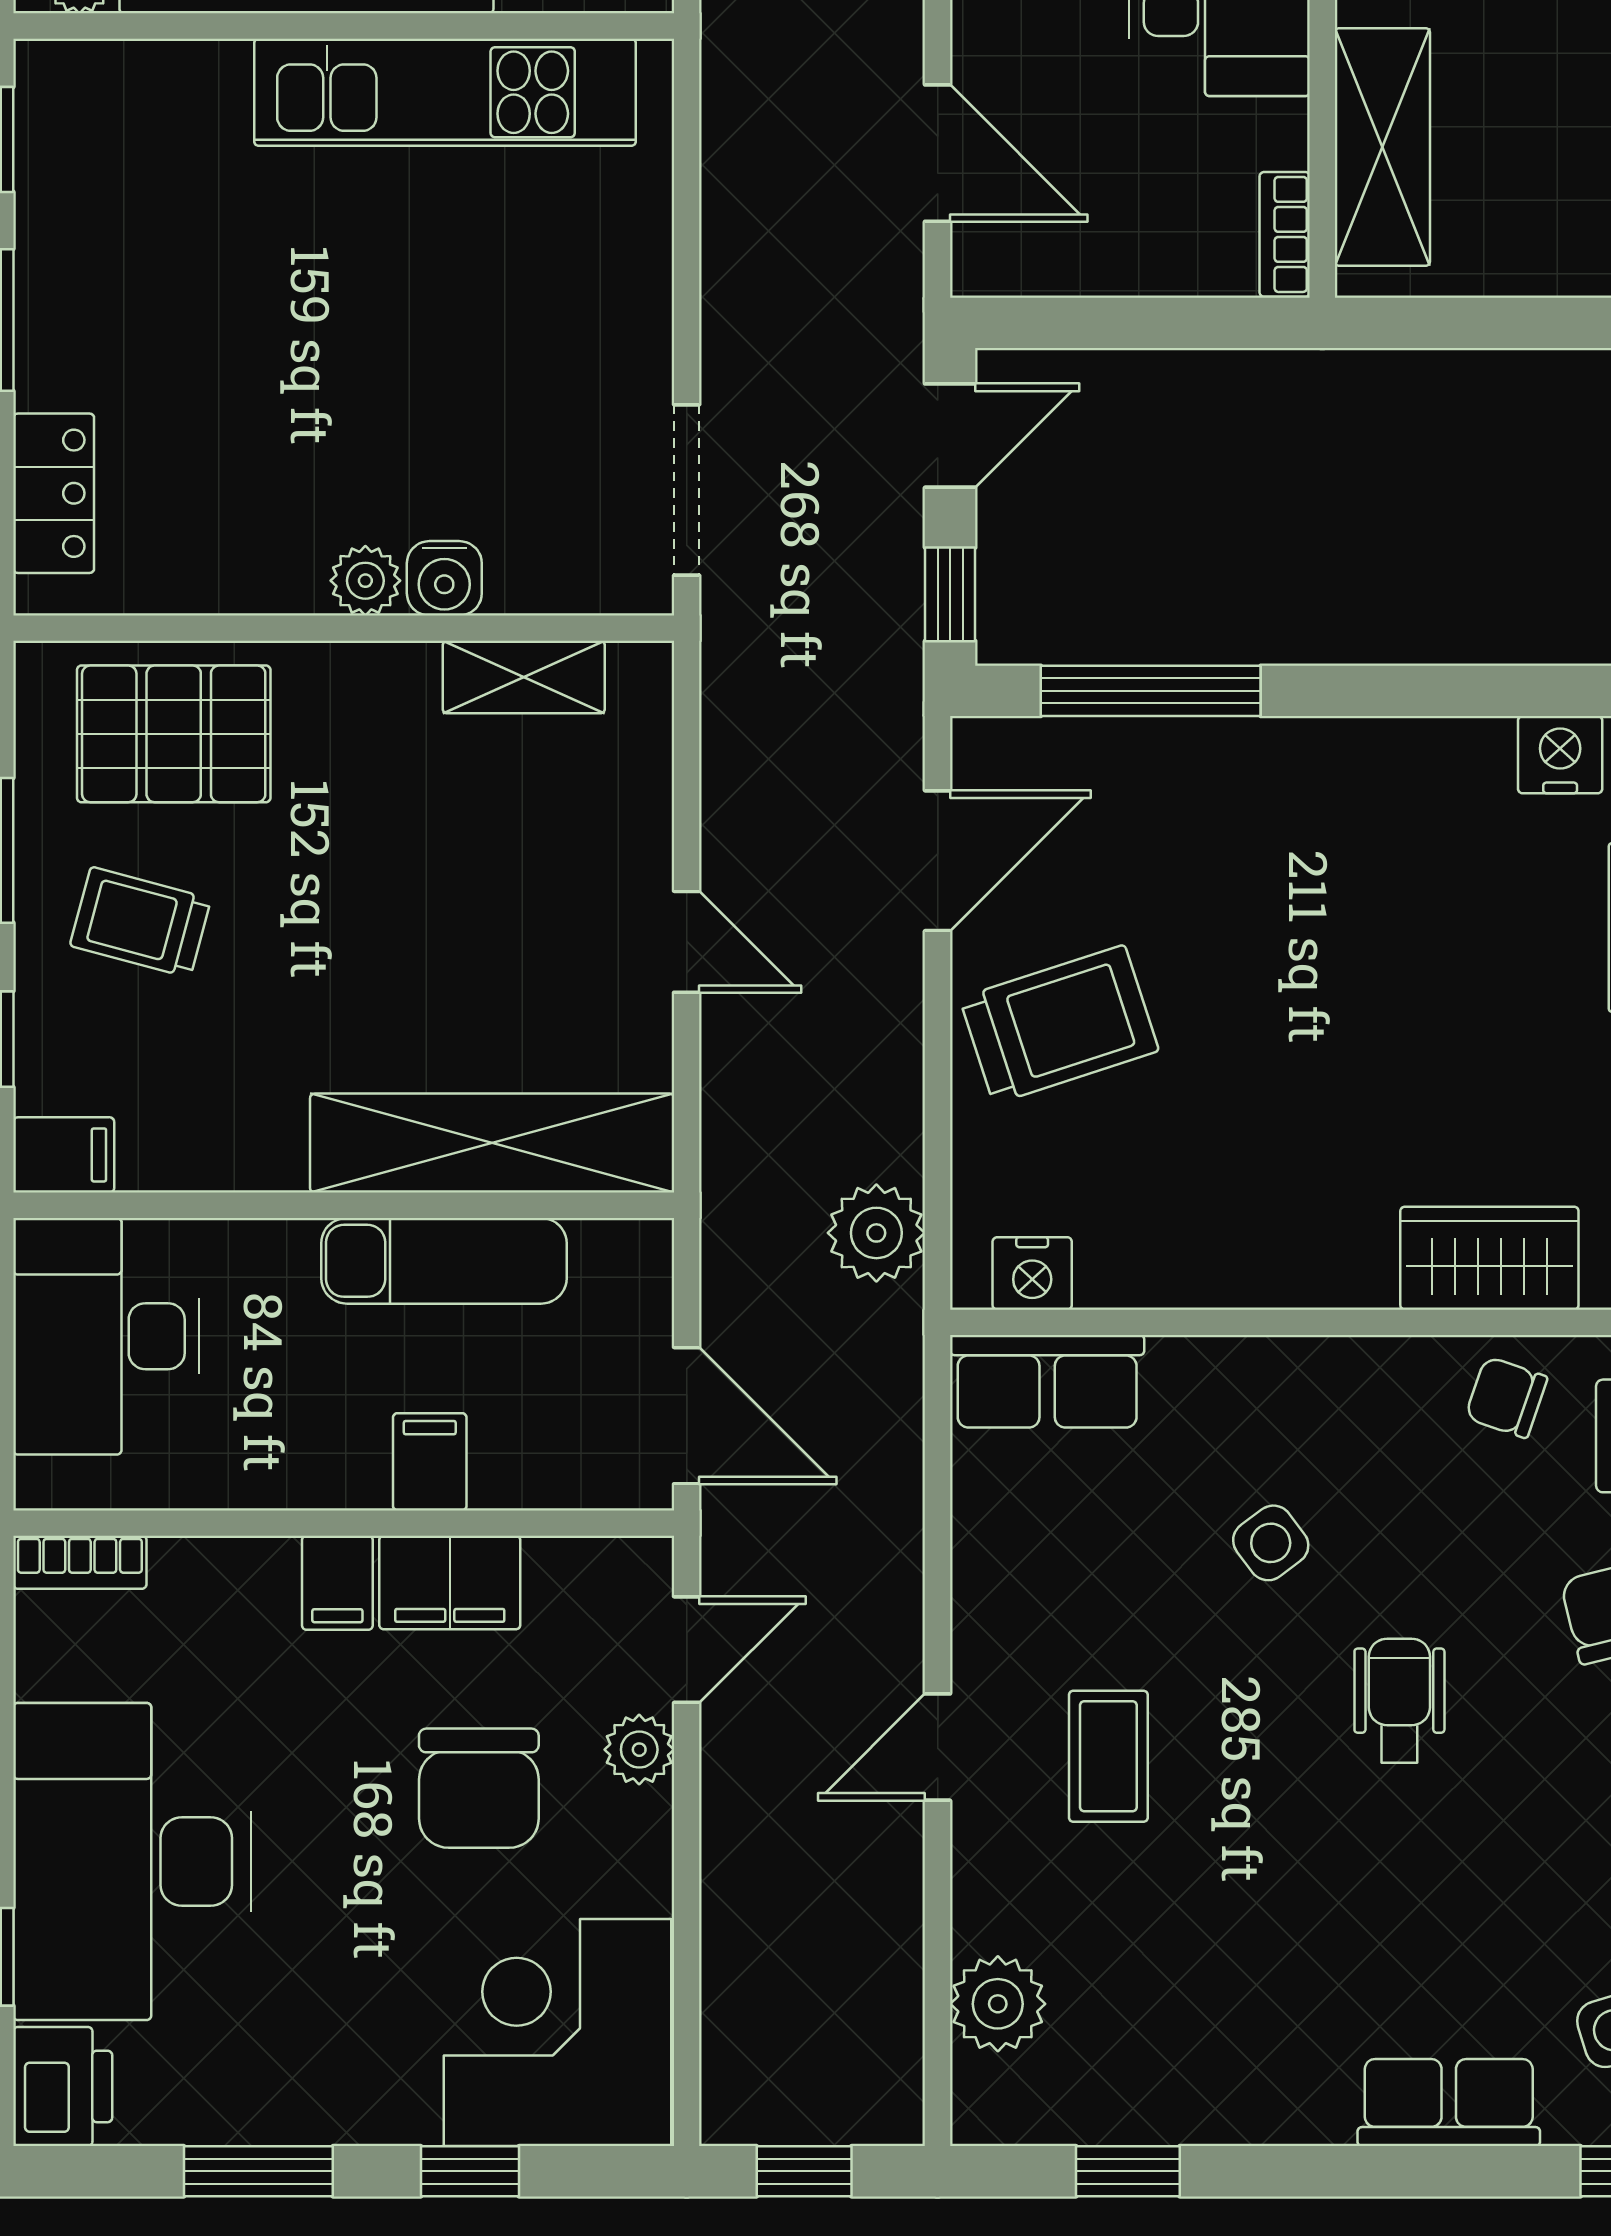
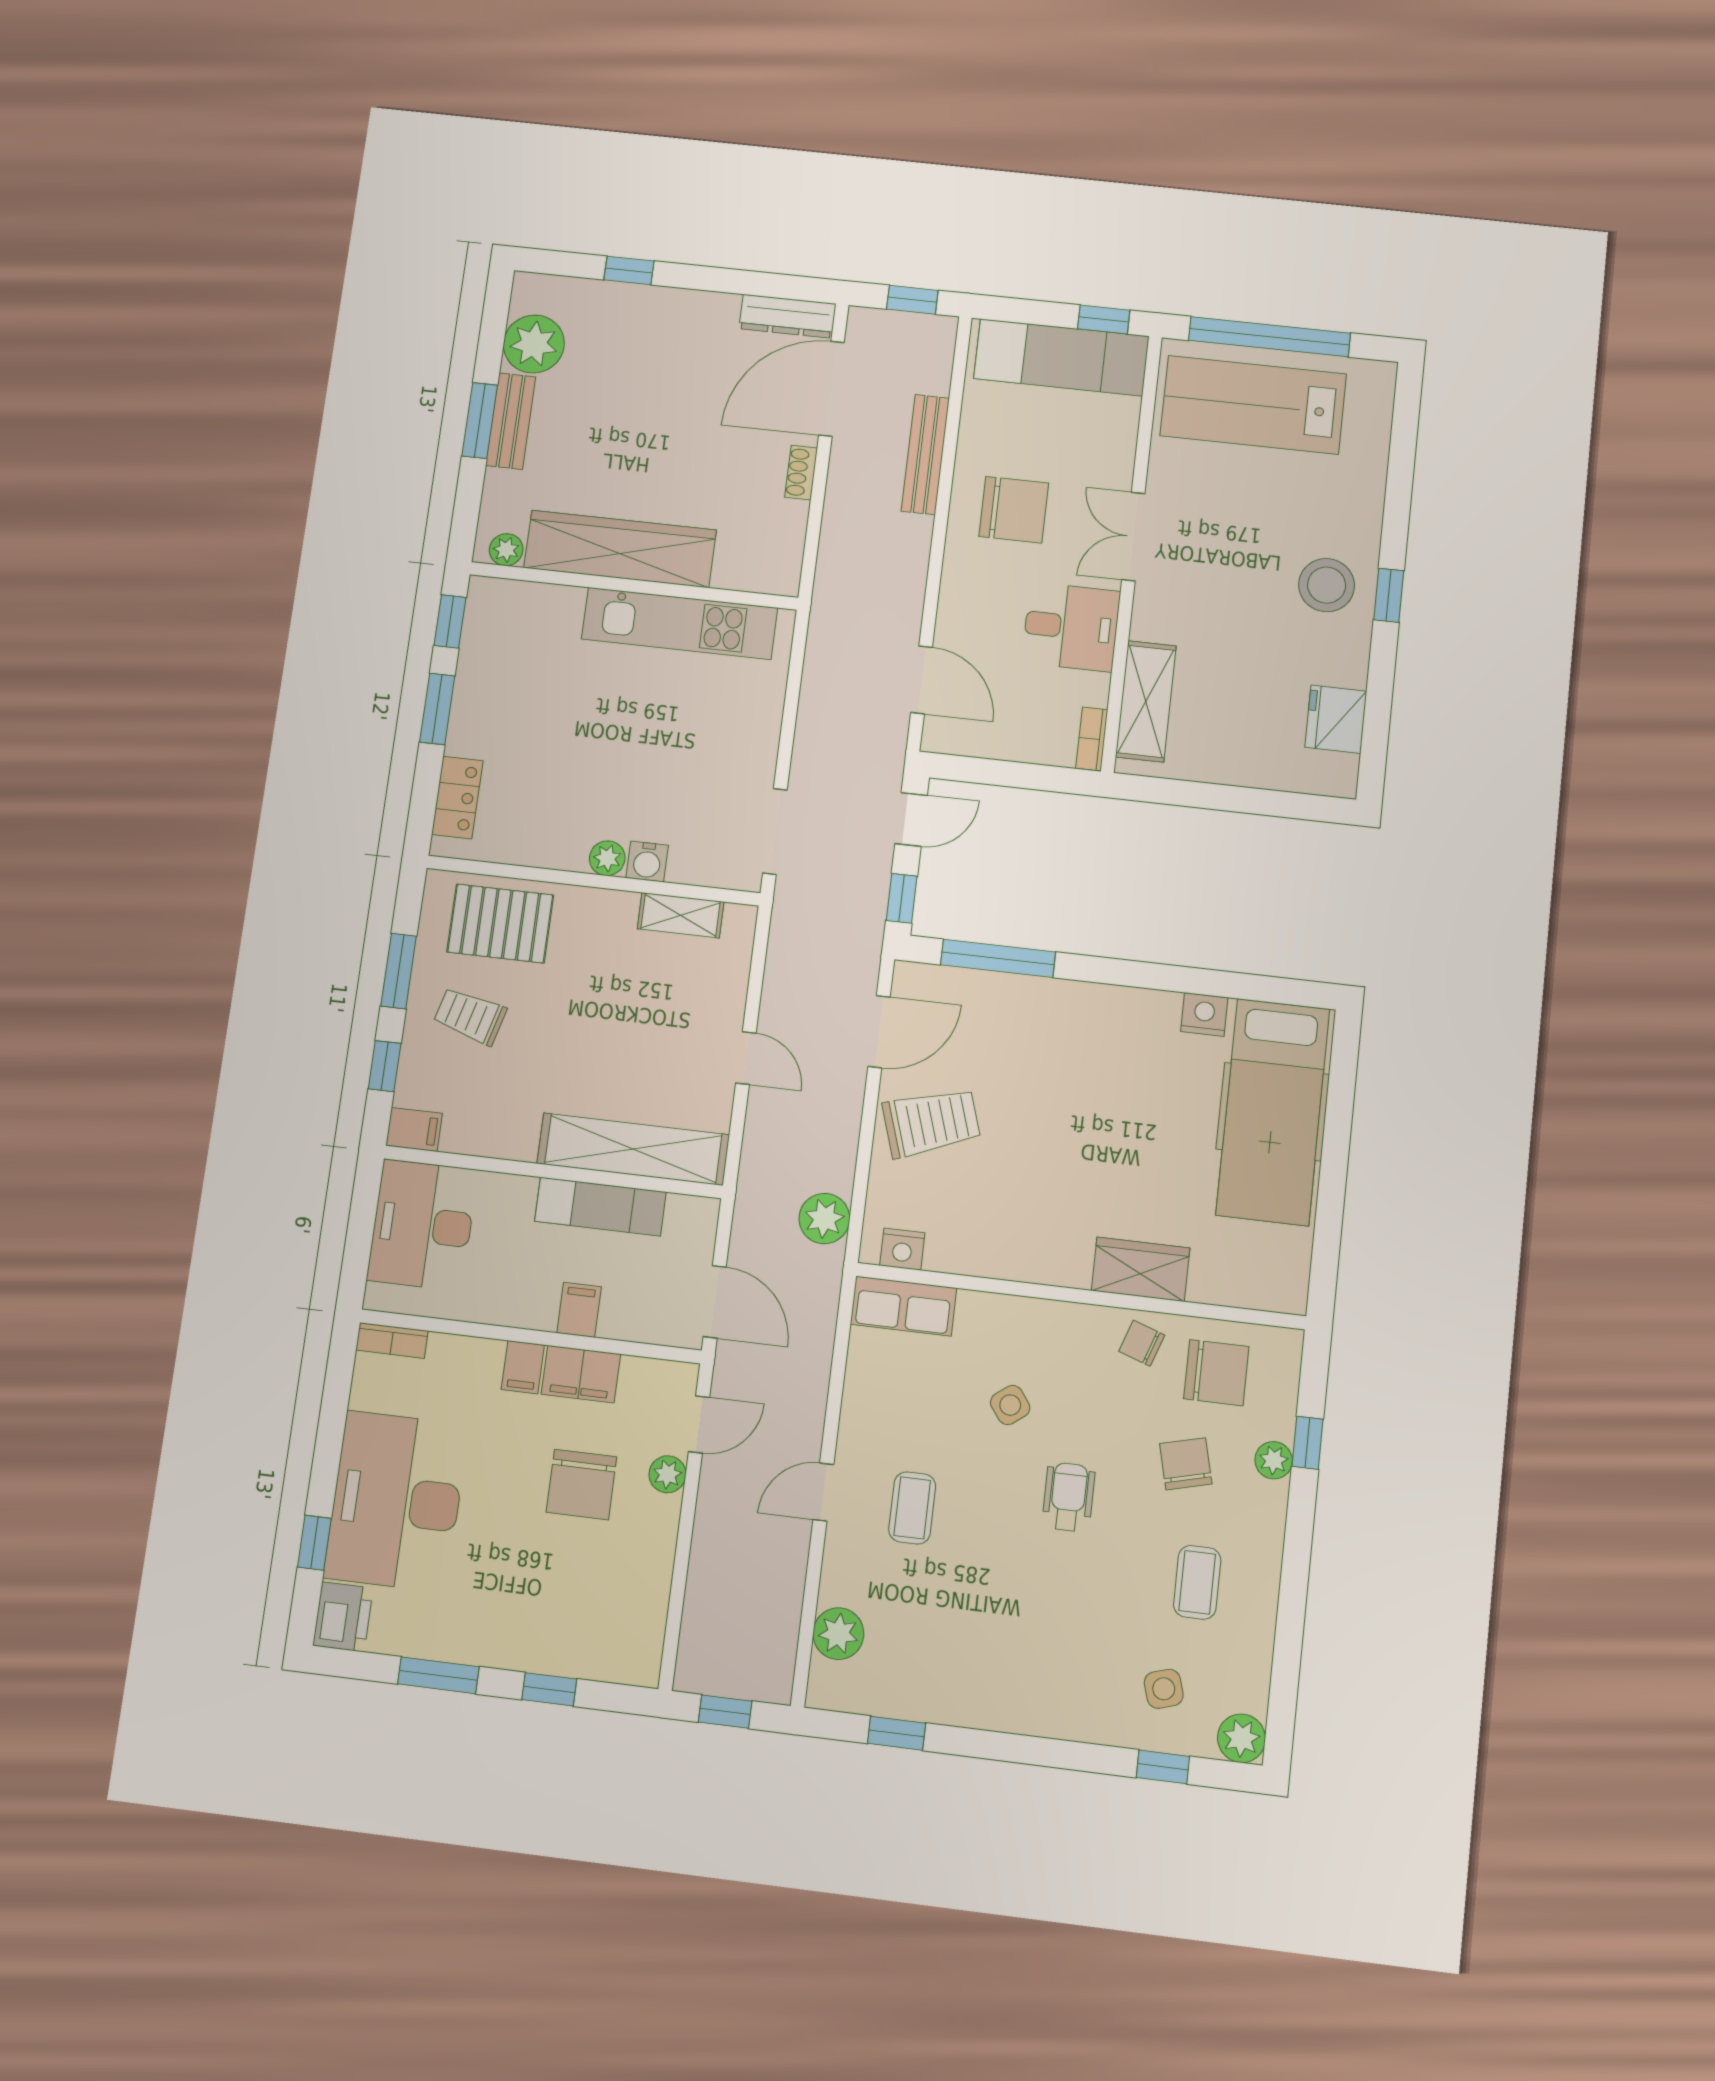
corner desk: (557, 2033) -> (605, 1620), removed
row of seats: (1449, 2103) -> (1071, 1717), removed

